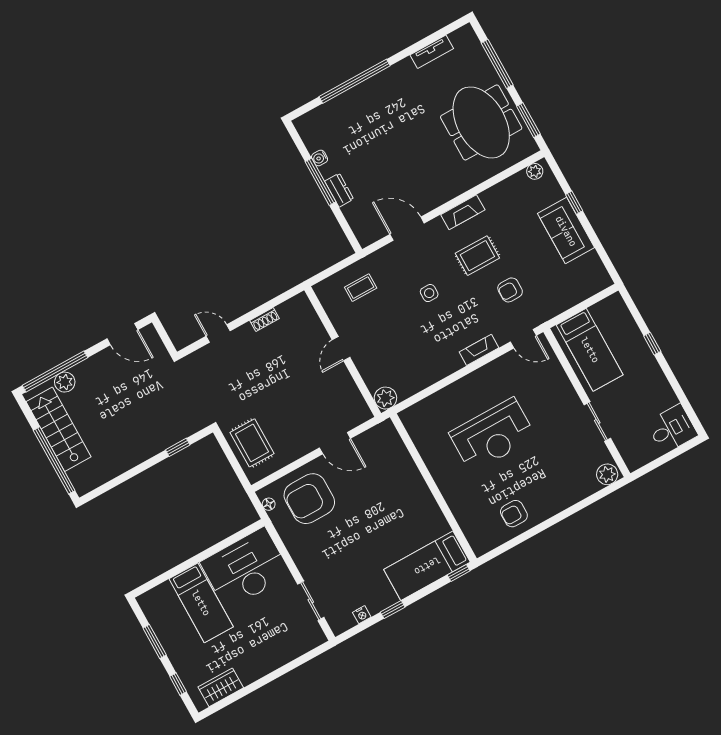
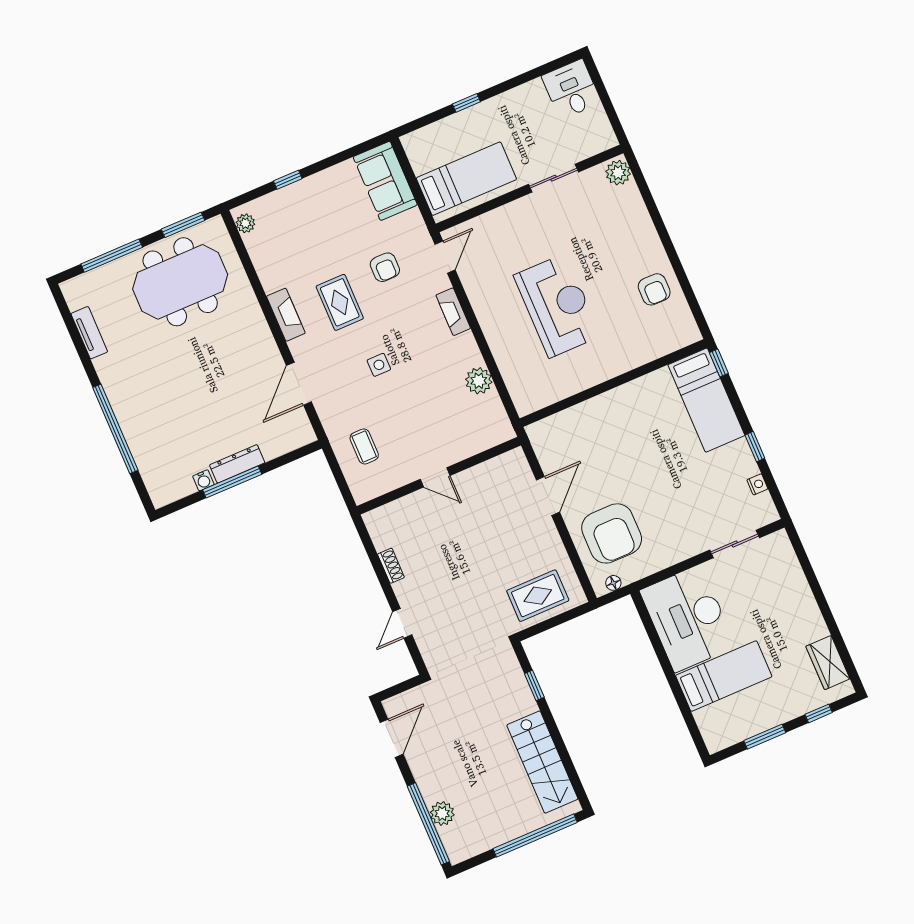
dresser: (339, 190) -> (237, 464), width x1.44
sofa: (566, 231) -> (385, 181), moved, turned 90
plant: (385, 398) -> (479, 381), moved
stairs: (58, 429) -> (542, 762), moved, turned -90

